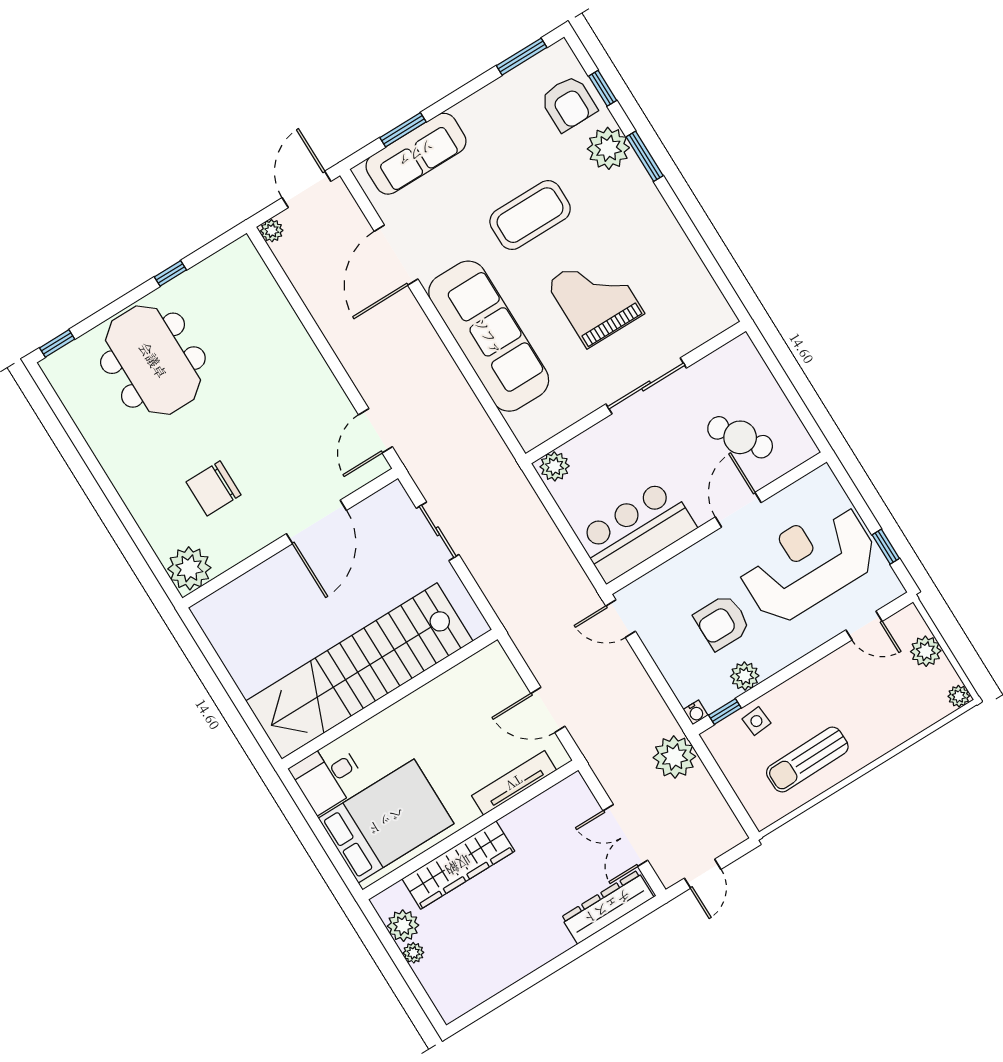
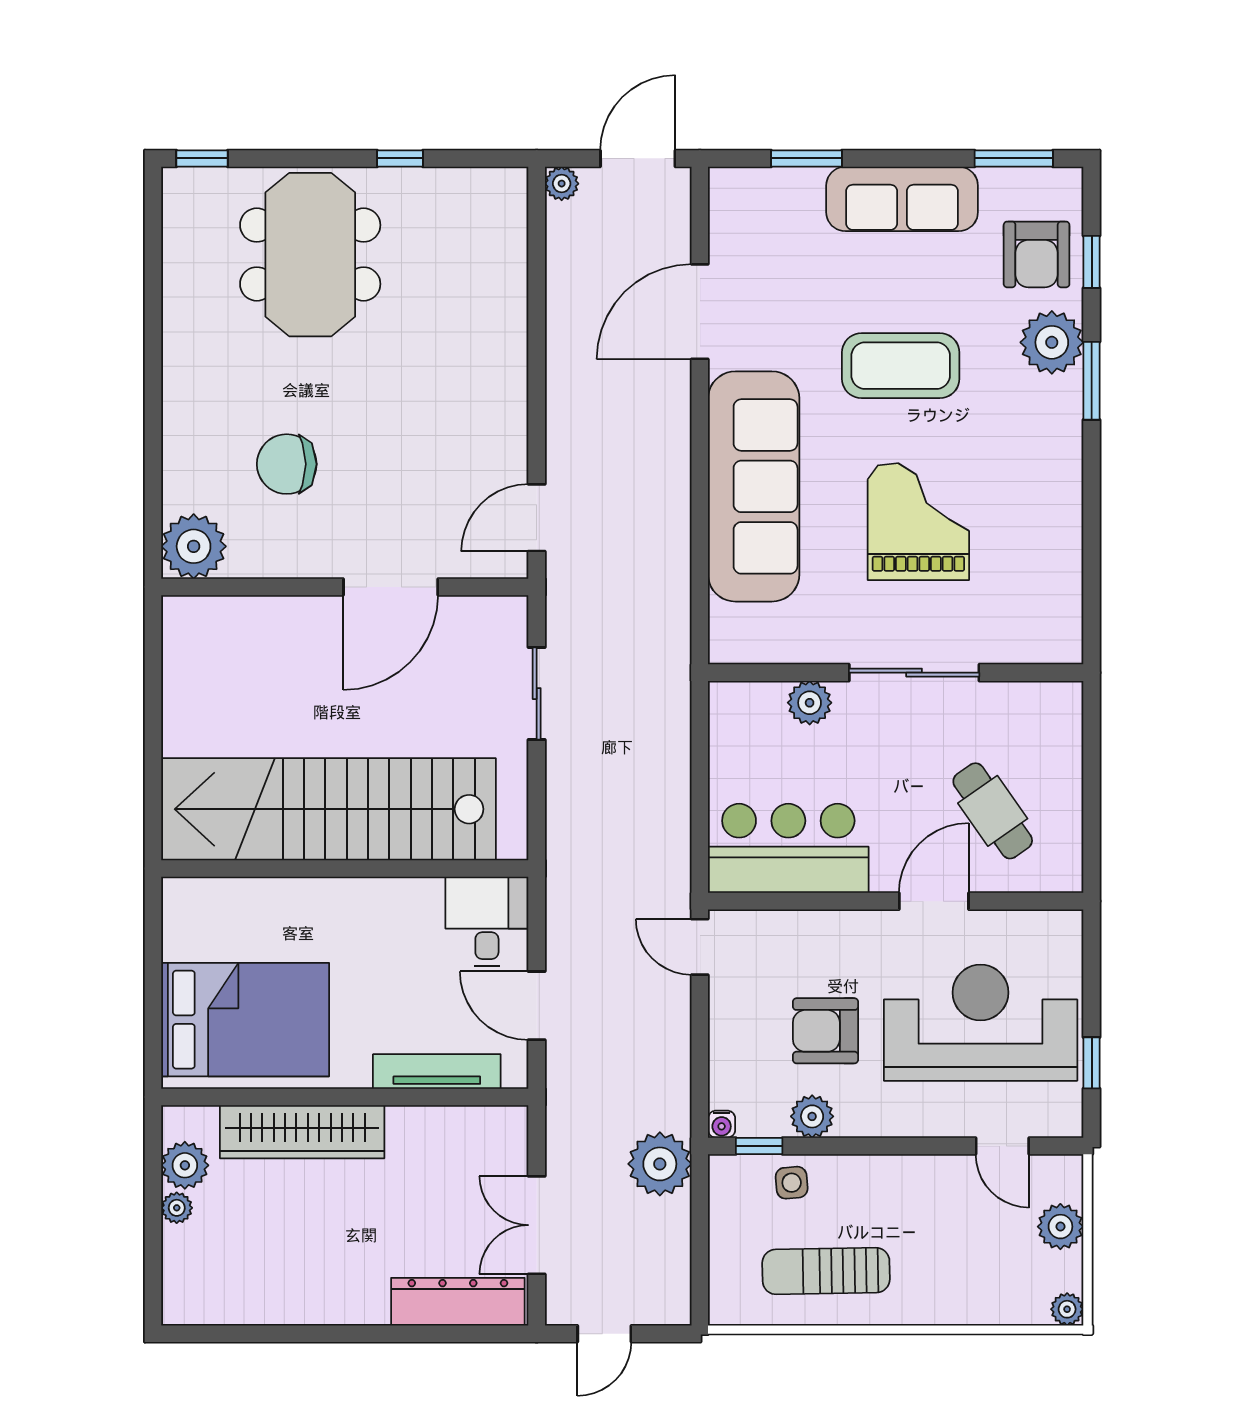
sofa: (416, 154) -> (902, 199), moved
plant: (555, 466) -> (810, 703), moved
desk: (328, 777) -> (487, 921), moved, turned 90

